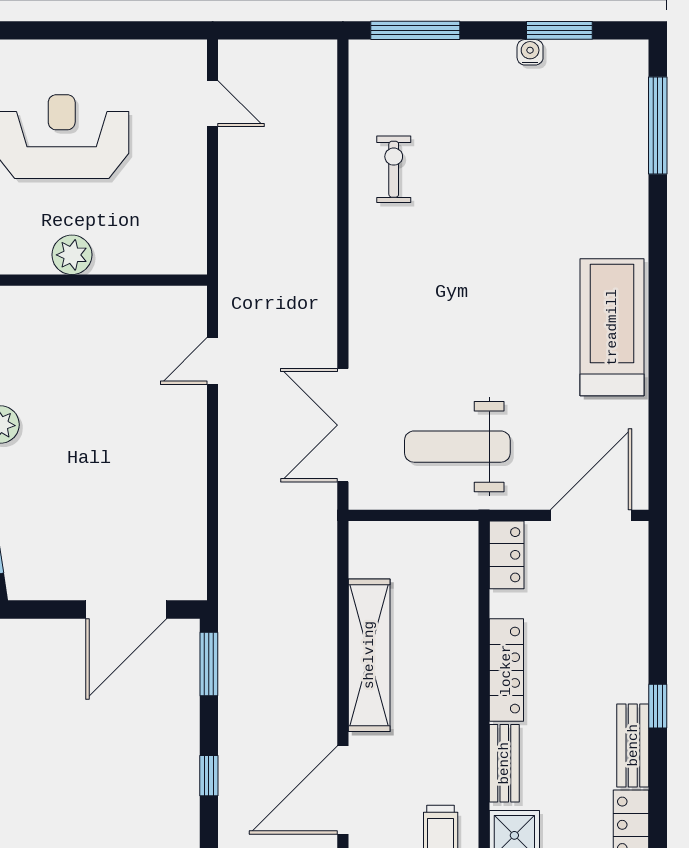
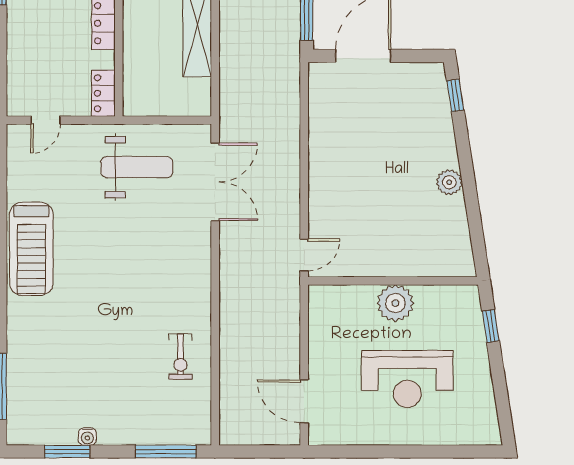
door: (213, 104) -> (304, 401), width x1.37
plant: (72, 255) -> (395, 303), width x1.36, depth x1.36
door: (213, 361) -> (304, 255), moved
door: (591, 515) -> (46, 120), width x0.53

